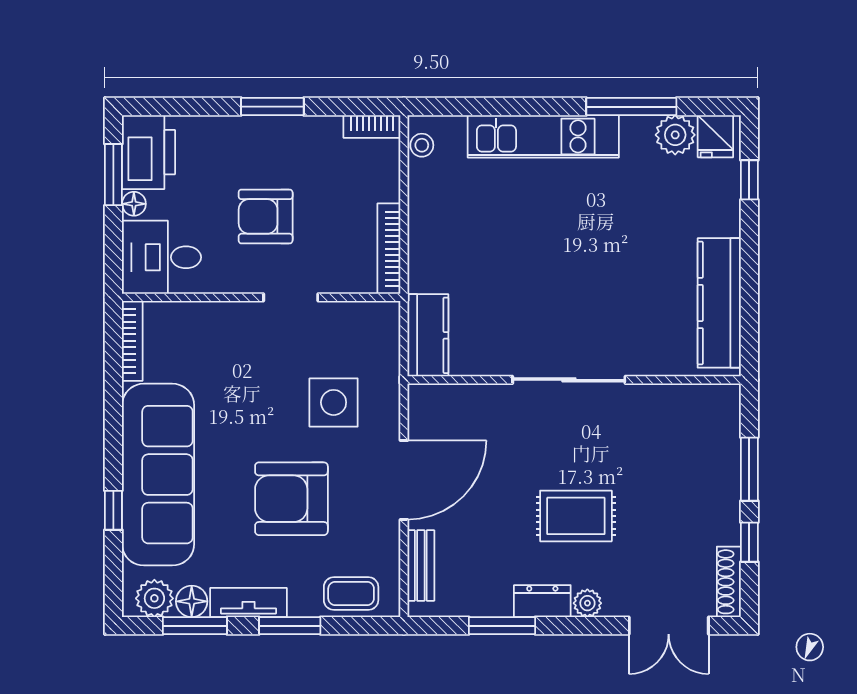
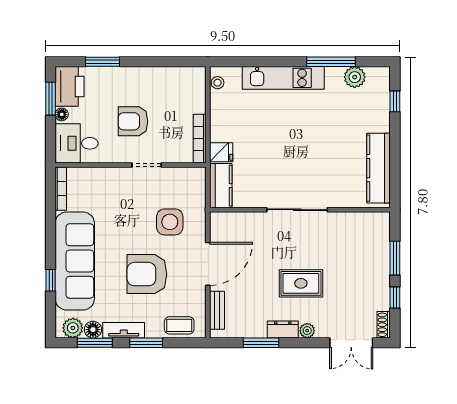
window: (272, 107) -> (102, 62), moved
bookcase: (372, 127) -> (191, 73), removed
fridge: (715, 136) -> (221, 152), moved, turned -90
shoe rack: (729, 582) -> (384, 325), width x0.70

